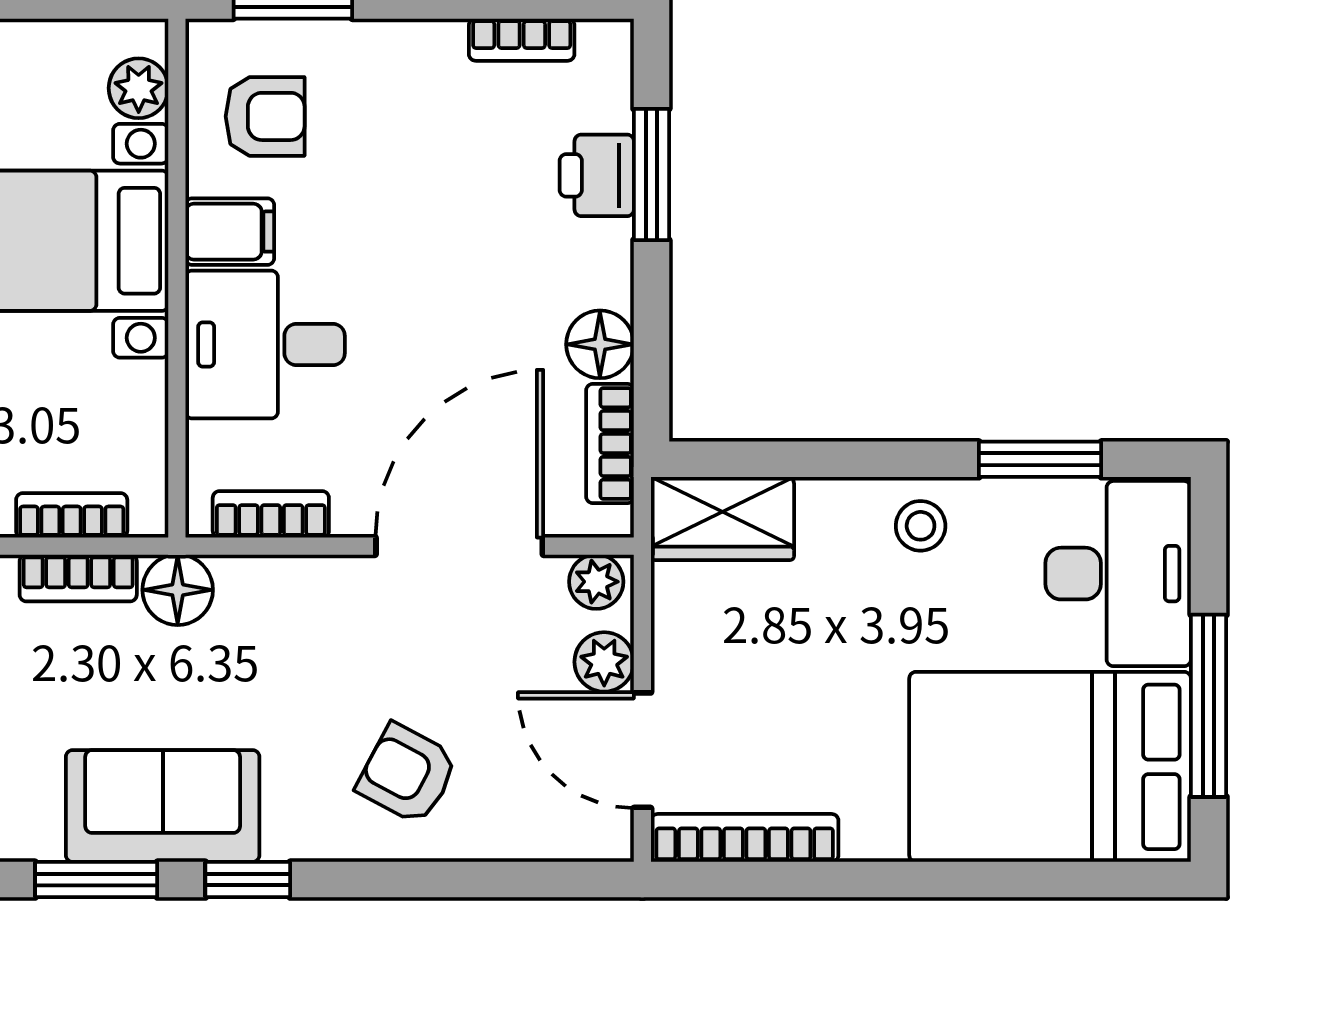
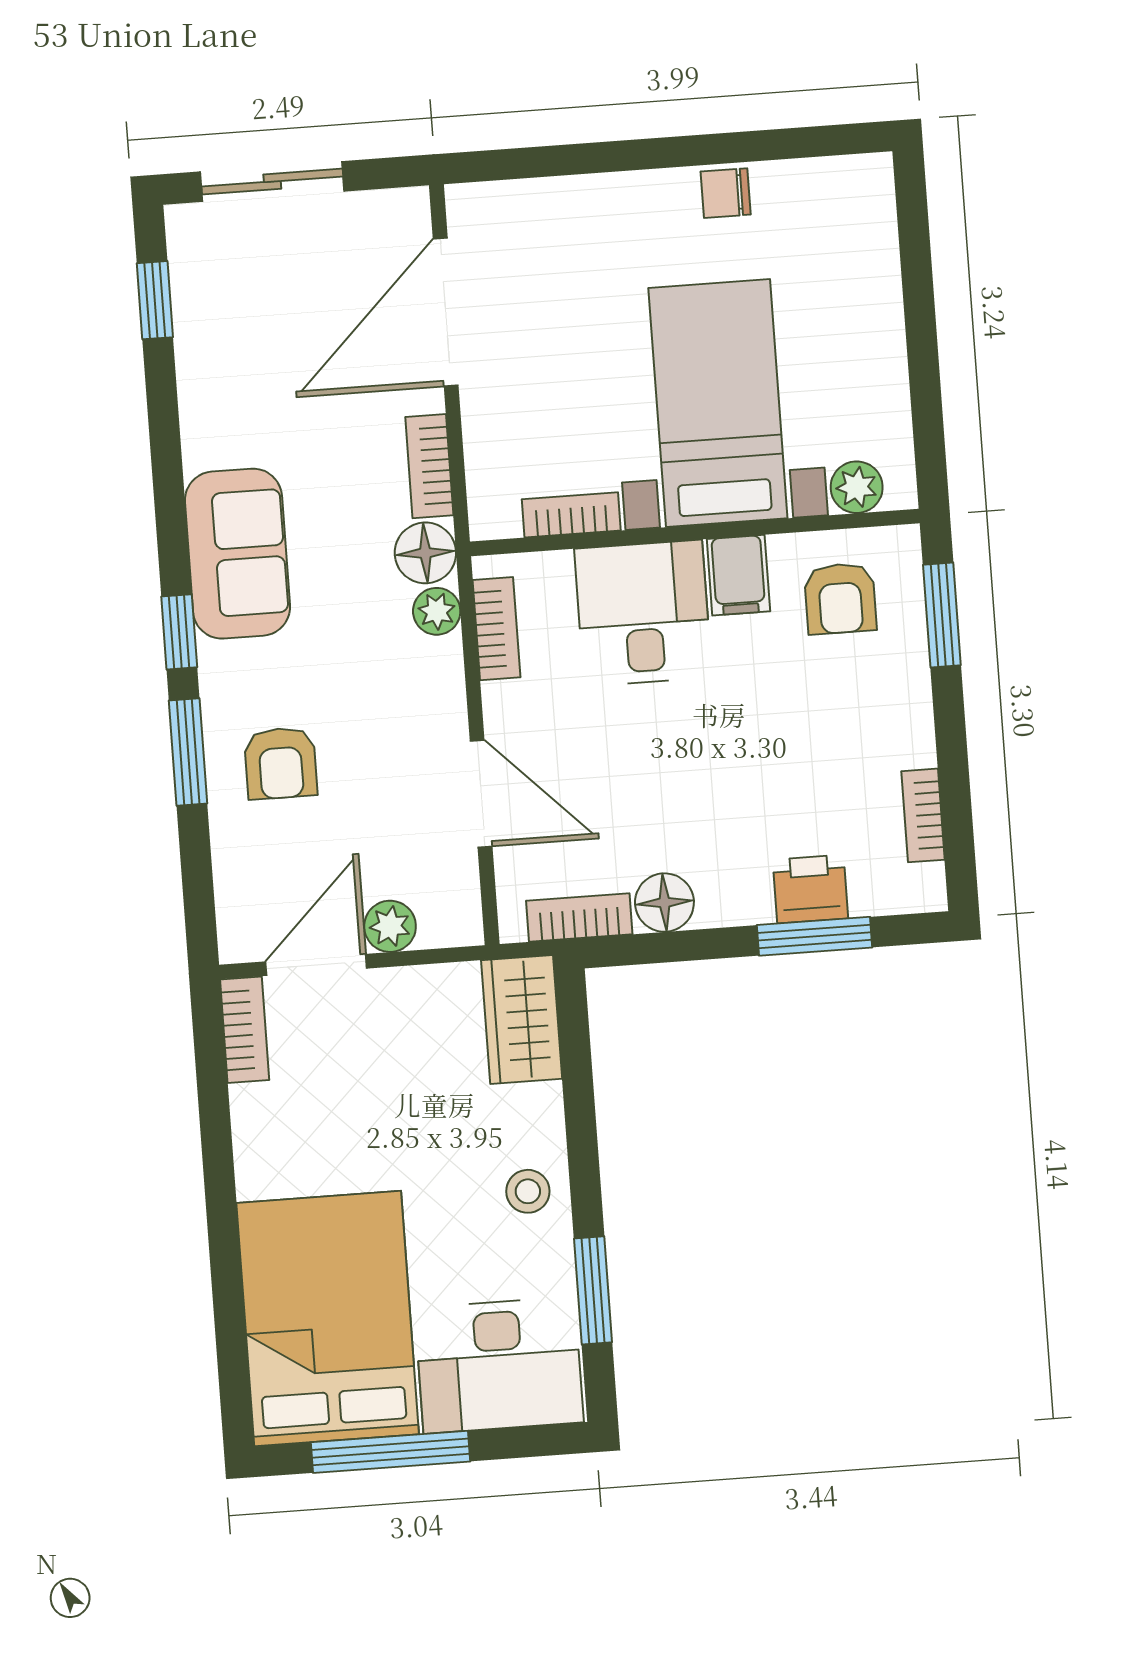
bookcase: (72, 515) -> (571, 515), moved, turned -90
door: (459, 546) -> (481, 794), width x0.73
plant: (596, 582) -> (437, 611), moved
armchair: (407, 774) -> (281, 763), turned 152
bookcase: (745, 838) -> (245, 1030), width x0.64
window: (96, 880) -> (188, 752), moved

